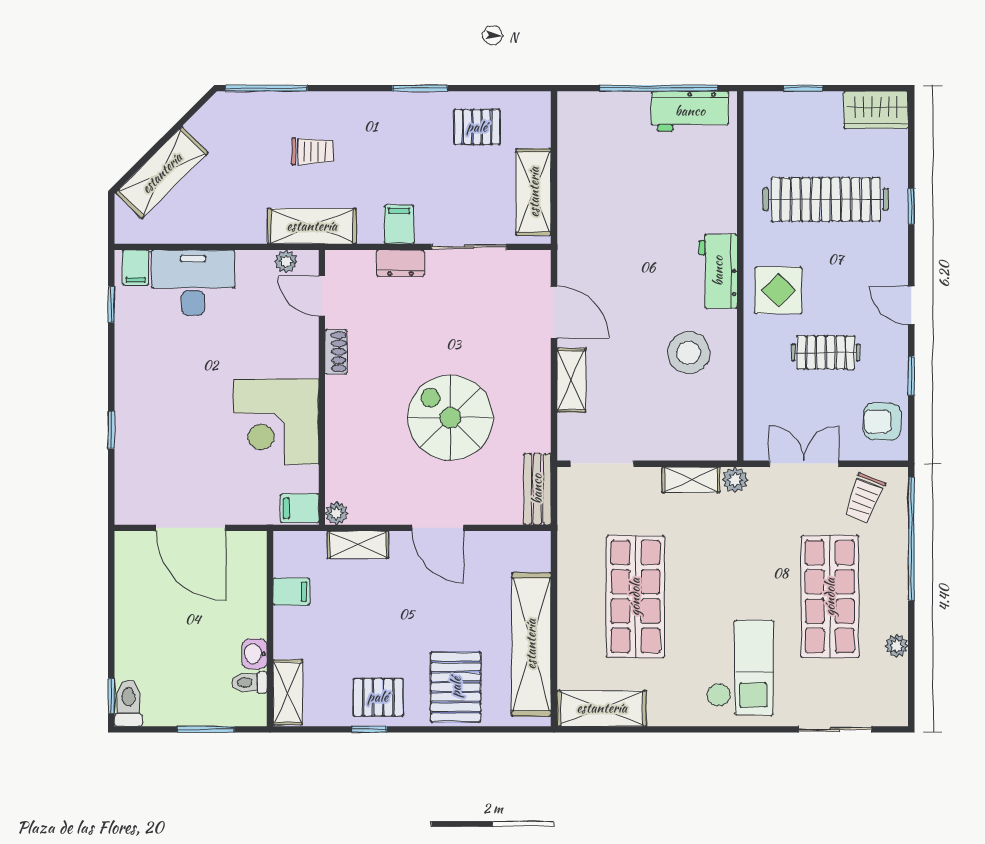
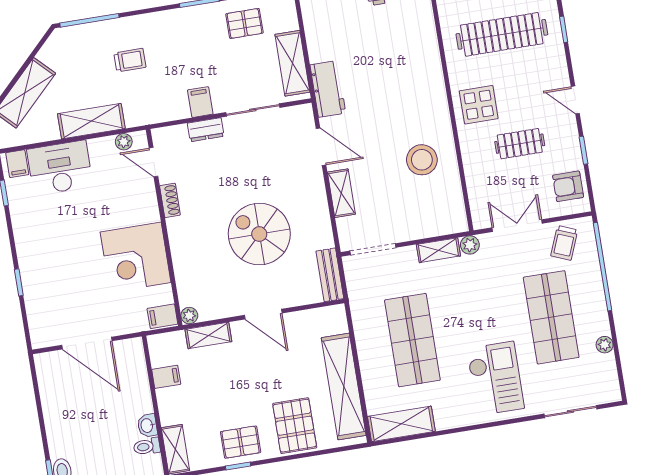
shelving: (312, 226) -> (91, 121), moved
workbench: (718, 271) -> (328, 89), moved, turned 180

